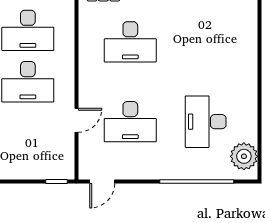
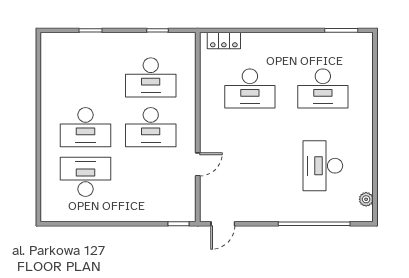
desk: (130, 122) -> (323, 88), moved
plant: (244, 156) -> (366, 199), width x0.53, depth x0.53

